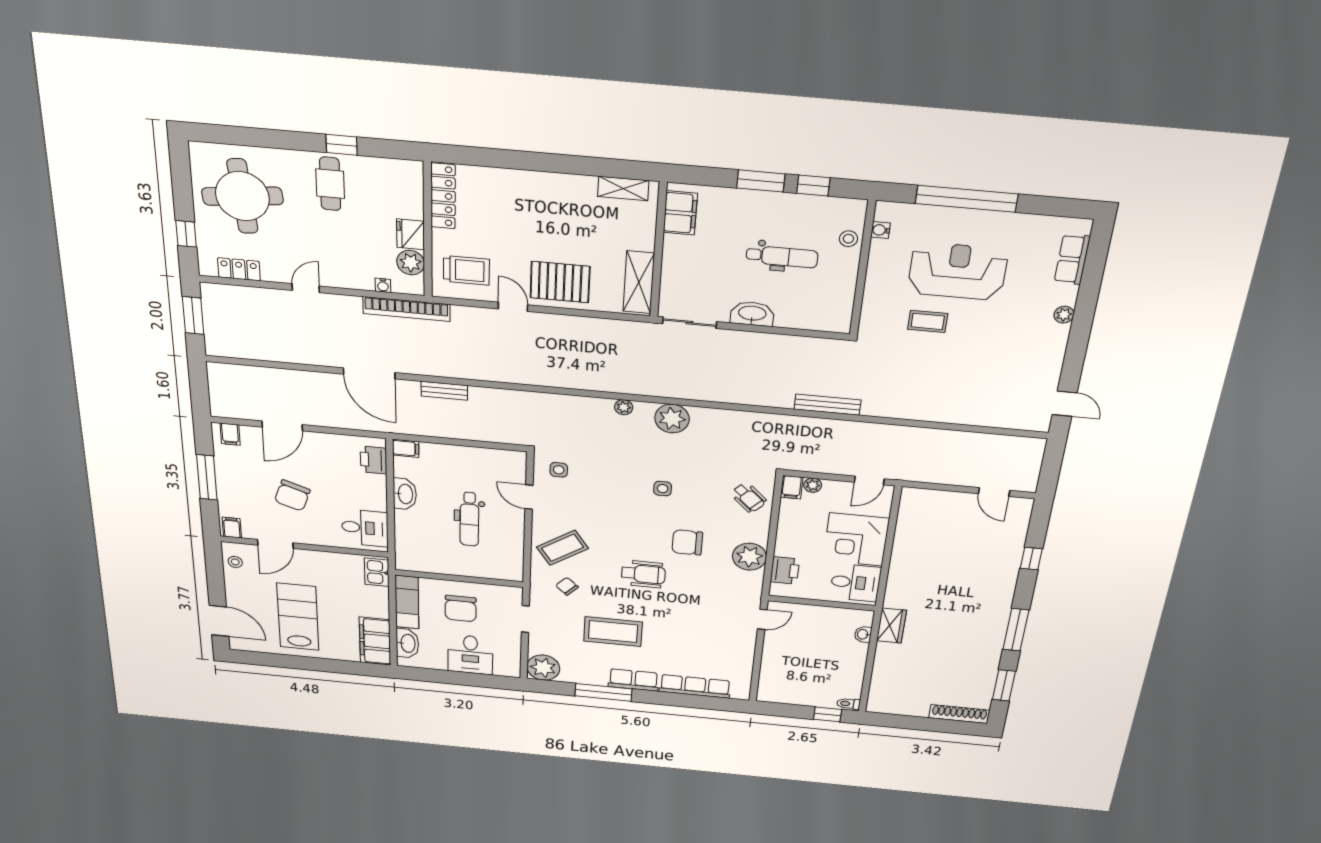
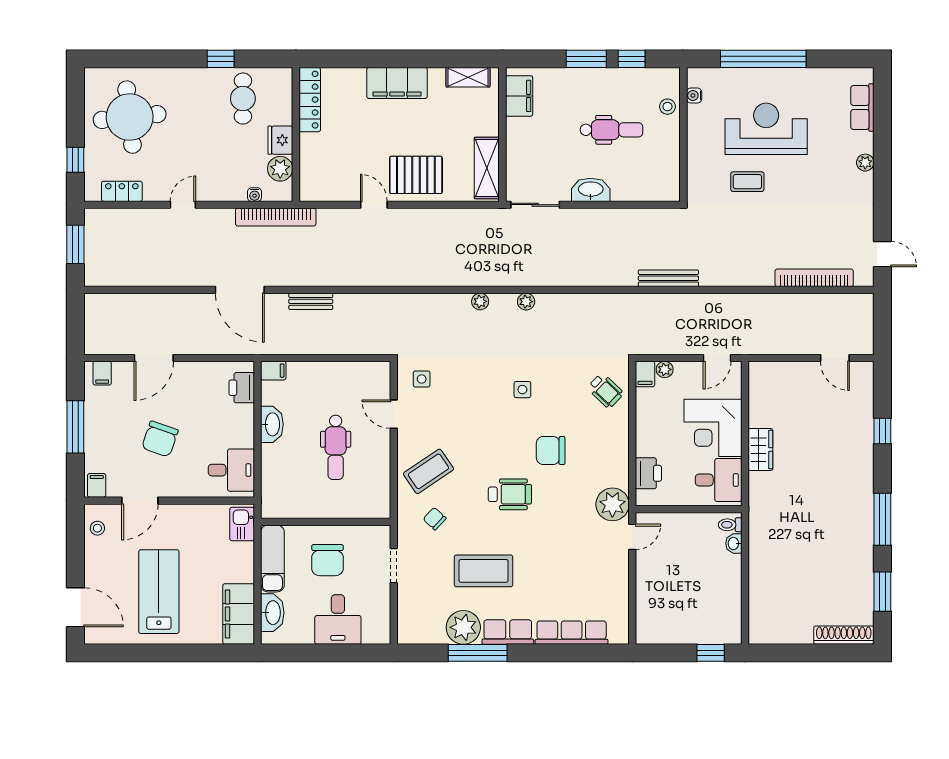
cafe table: (330, 184) -> (243, 99), moved
filing cabinet: (542, 187) -> (397, 83), added
trolley: (466, 270) -> (331, 172), removed
plant: (672, 419) -> (526, 302), width x0.53, depth x0.53
bookcase: (986, 419) -> (814, 278), added
plant: (749, 557) -> (612, 504), moved
wardrobe: (891, 626) -> (760, 450), moved
plant: (543, 668) -> (463, 627), moved
toilet: (848, 704) -> (730, 525), moved

